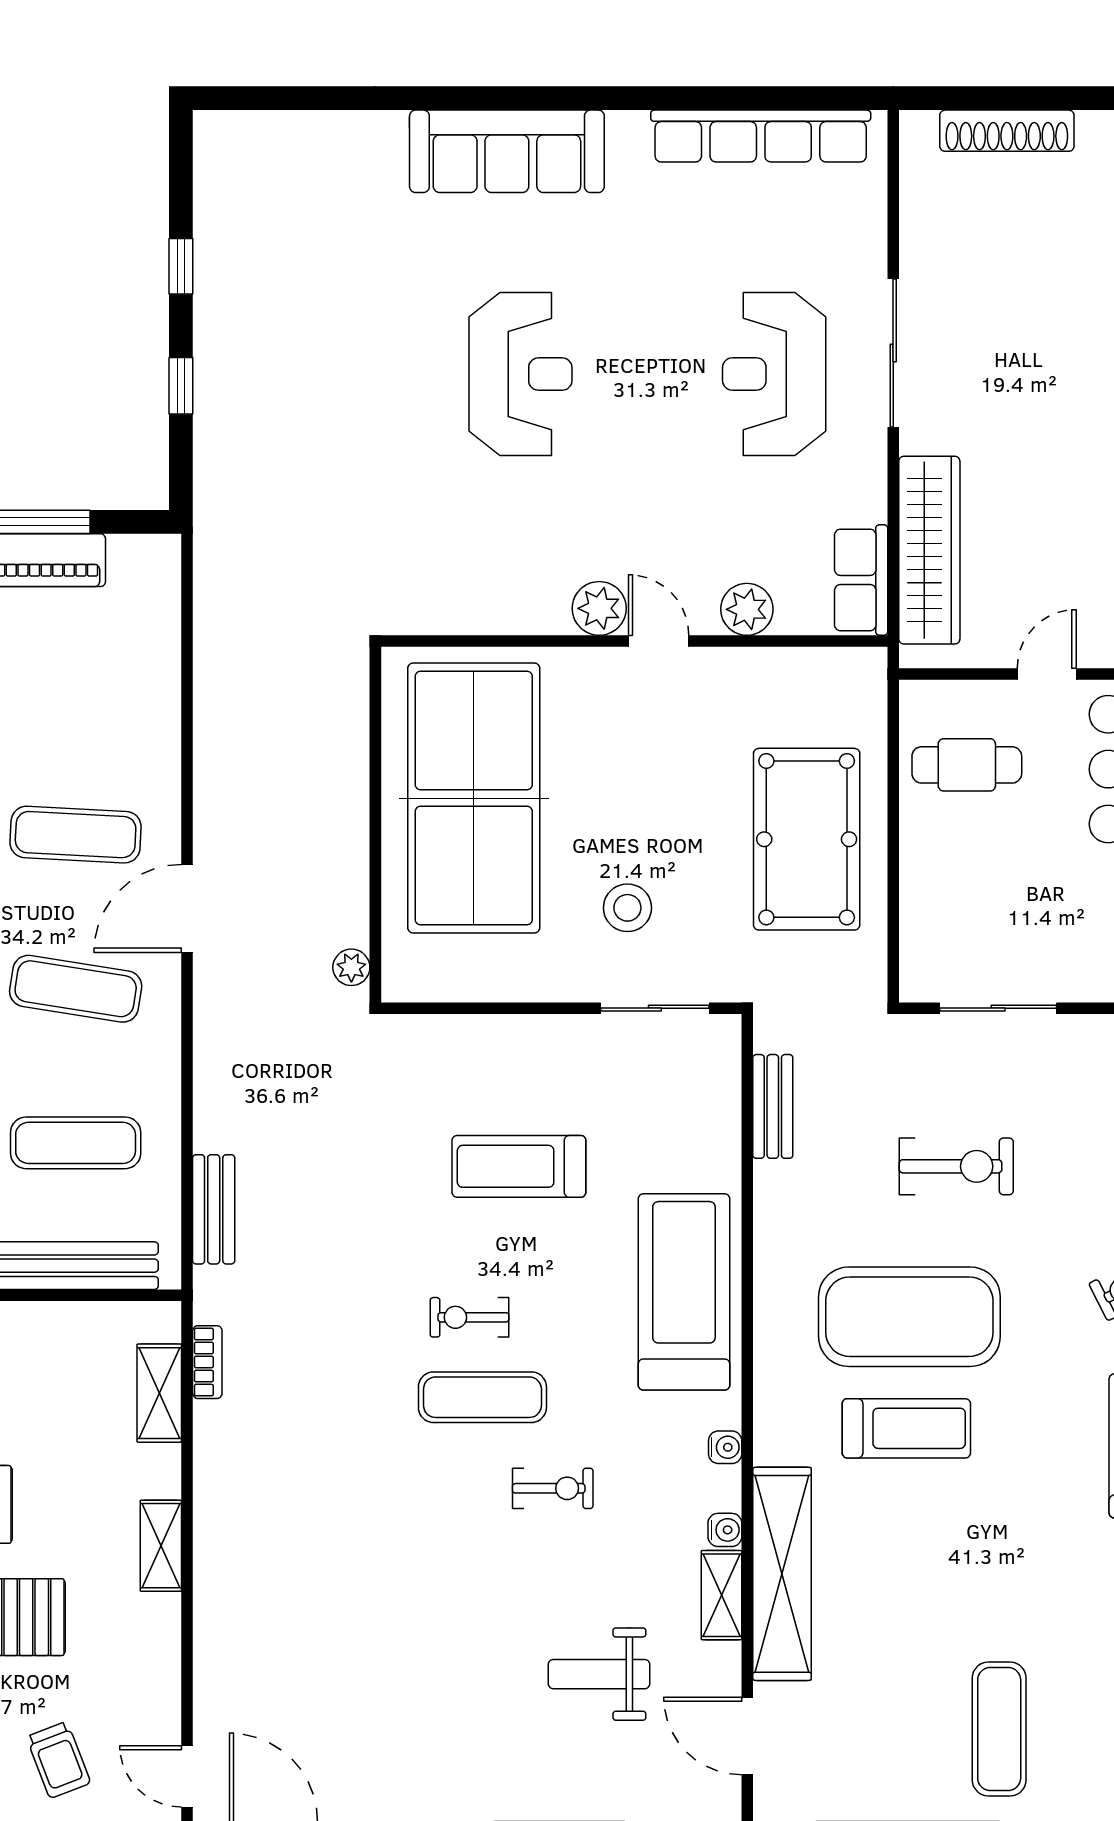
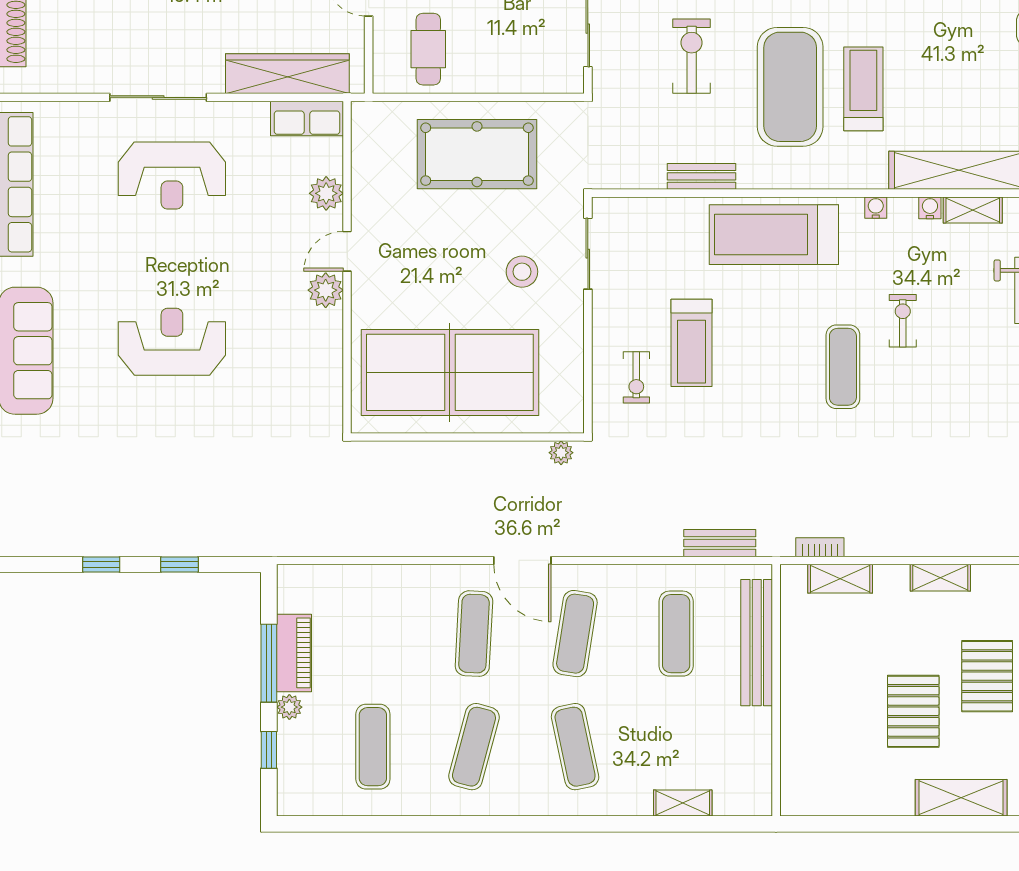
bench: (773, 1106) -> (702, 176), moved
exercise bike: (470, 1317) -> (636, 377), moved

